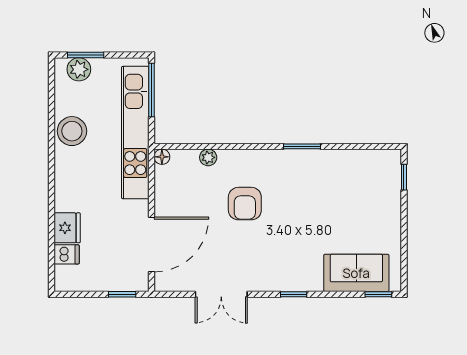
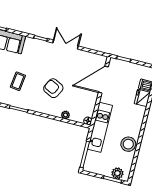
kitchen unit: (135, 133) -> (100, 127), width x0.73
coffee table: (317, 200) -> (18, 81), added
armchair: (245, 204) -> (53, 88), turned -63
double door: (221, 294) -> (65, 45), moved

